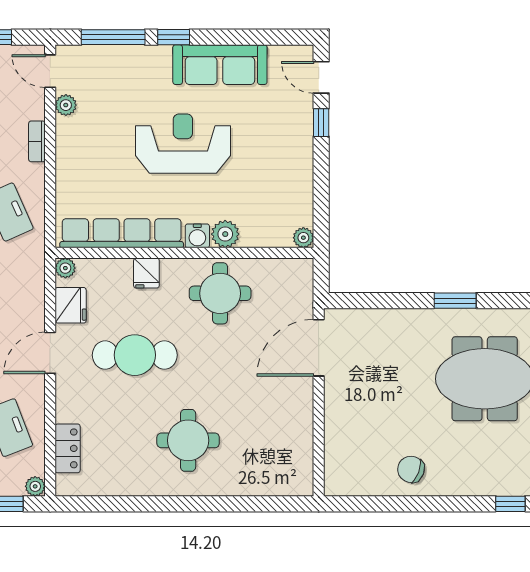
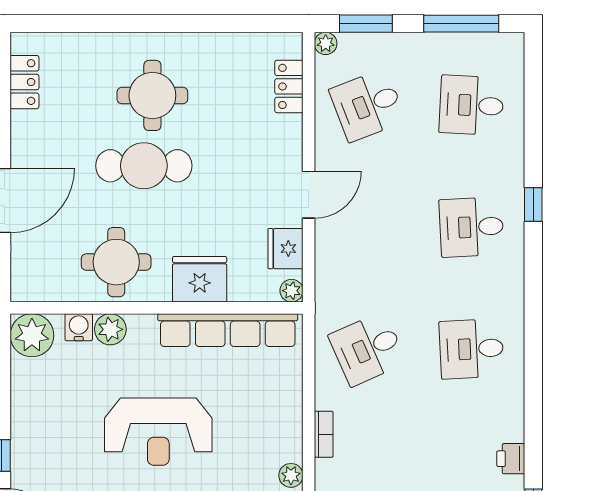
water cooler: (197, 236) -> (79, 327), moved
plant: (303, 238) -> (32, 335), width x1.87, depth x1.87
fridge: (146, 273) -> (200, 279), width x1.88, depth x1.34
cafe table: (135, 355) -> (144, 166), moved
locker: (301, 452) -> (24, 82), added

